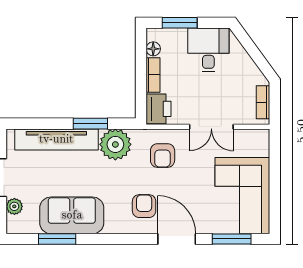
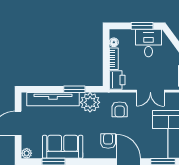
window: (180, 23) -> (142, 26), moved
plant: (14, 206) -> (27, 153), moved

